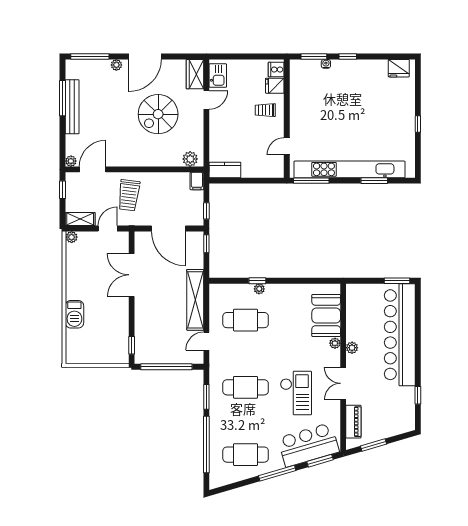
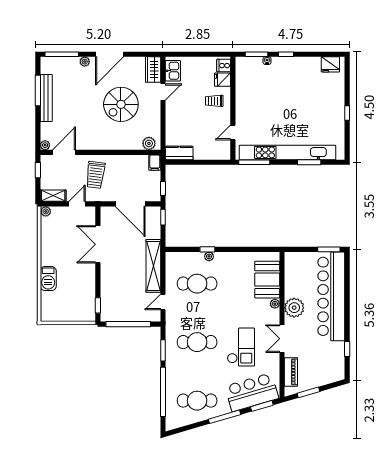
plant: (352, 348) -> (294, 308), width x1.88, depth x1.88

